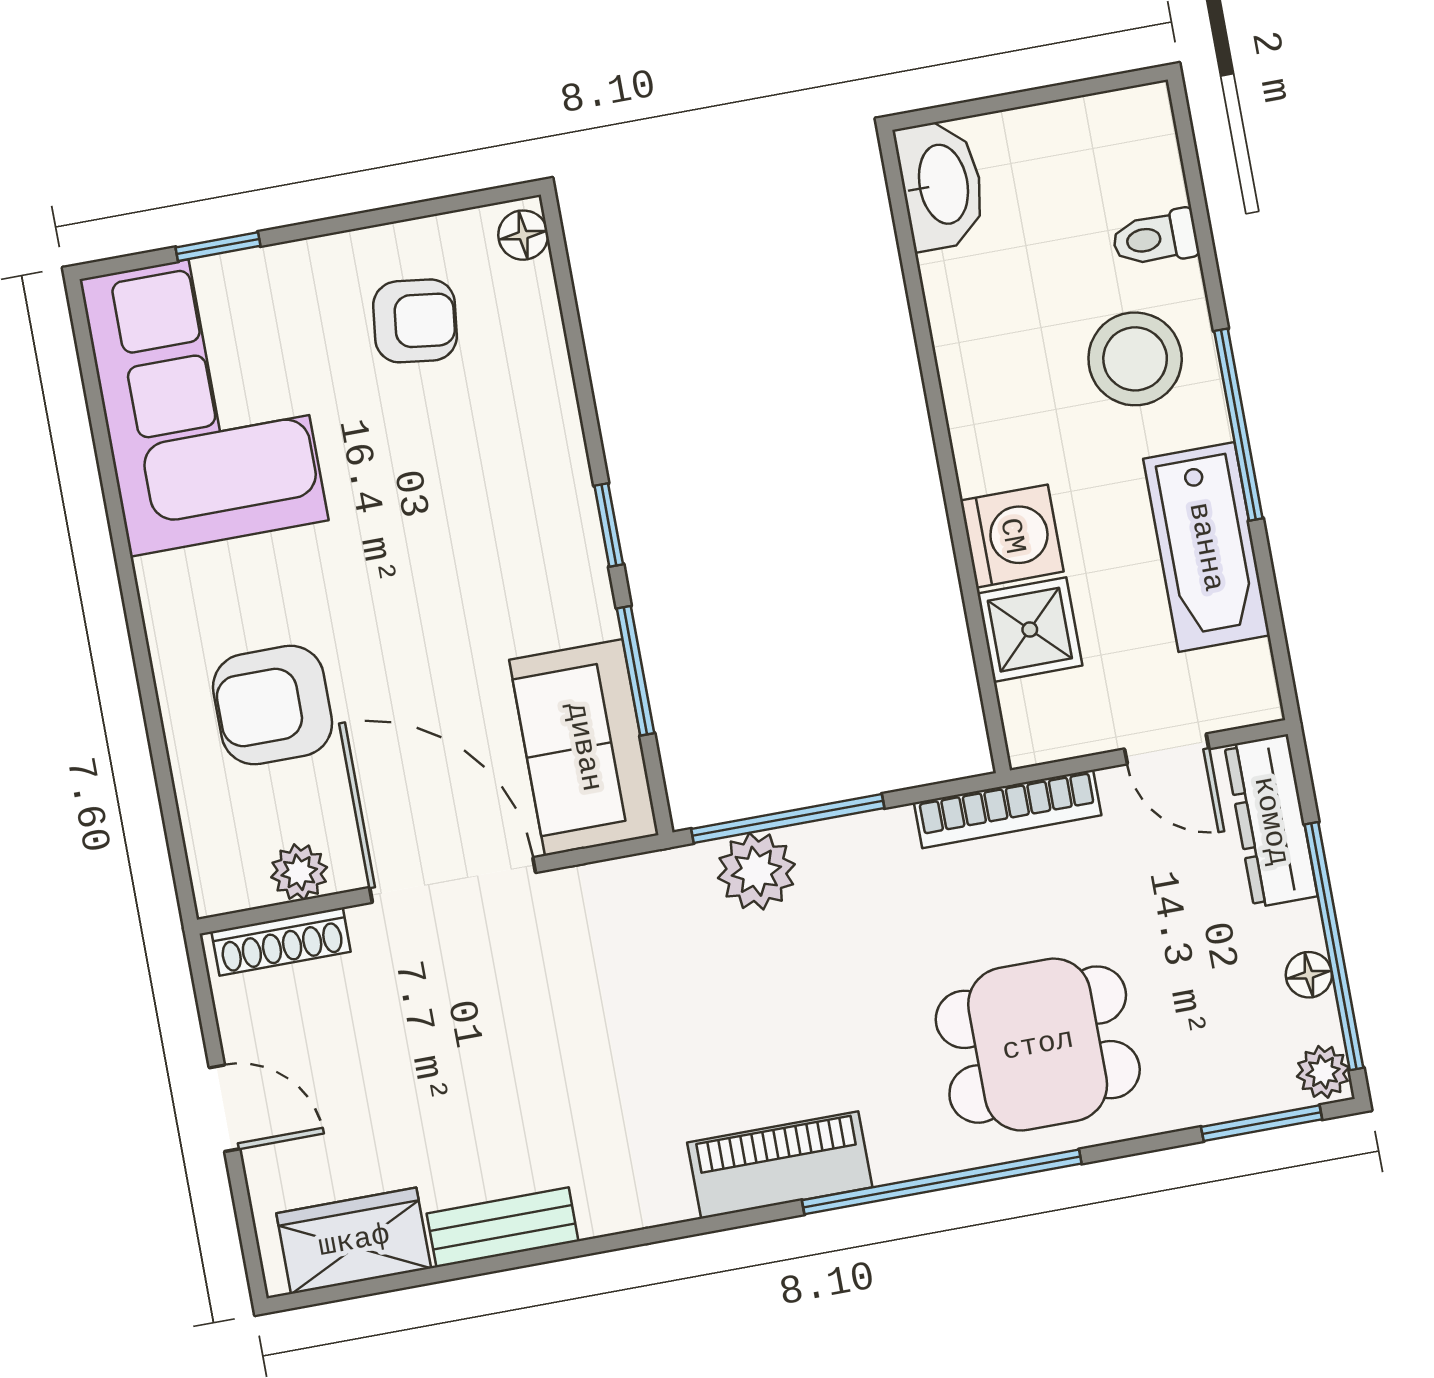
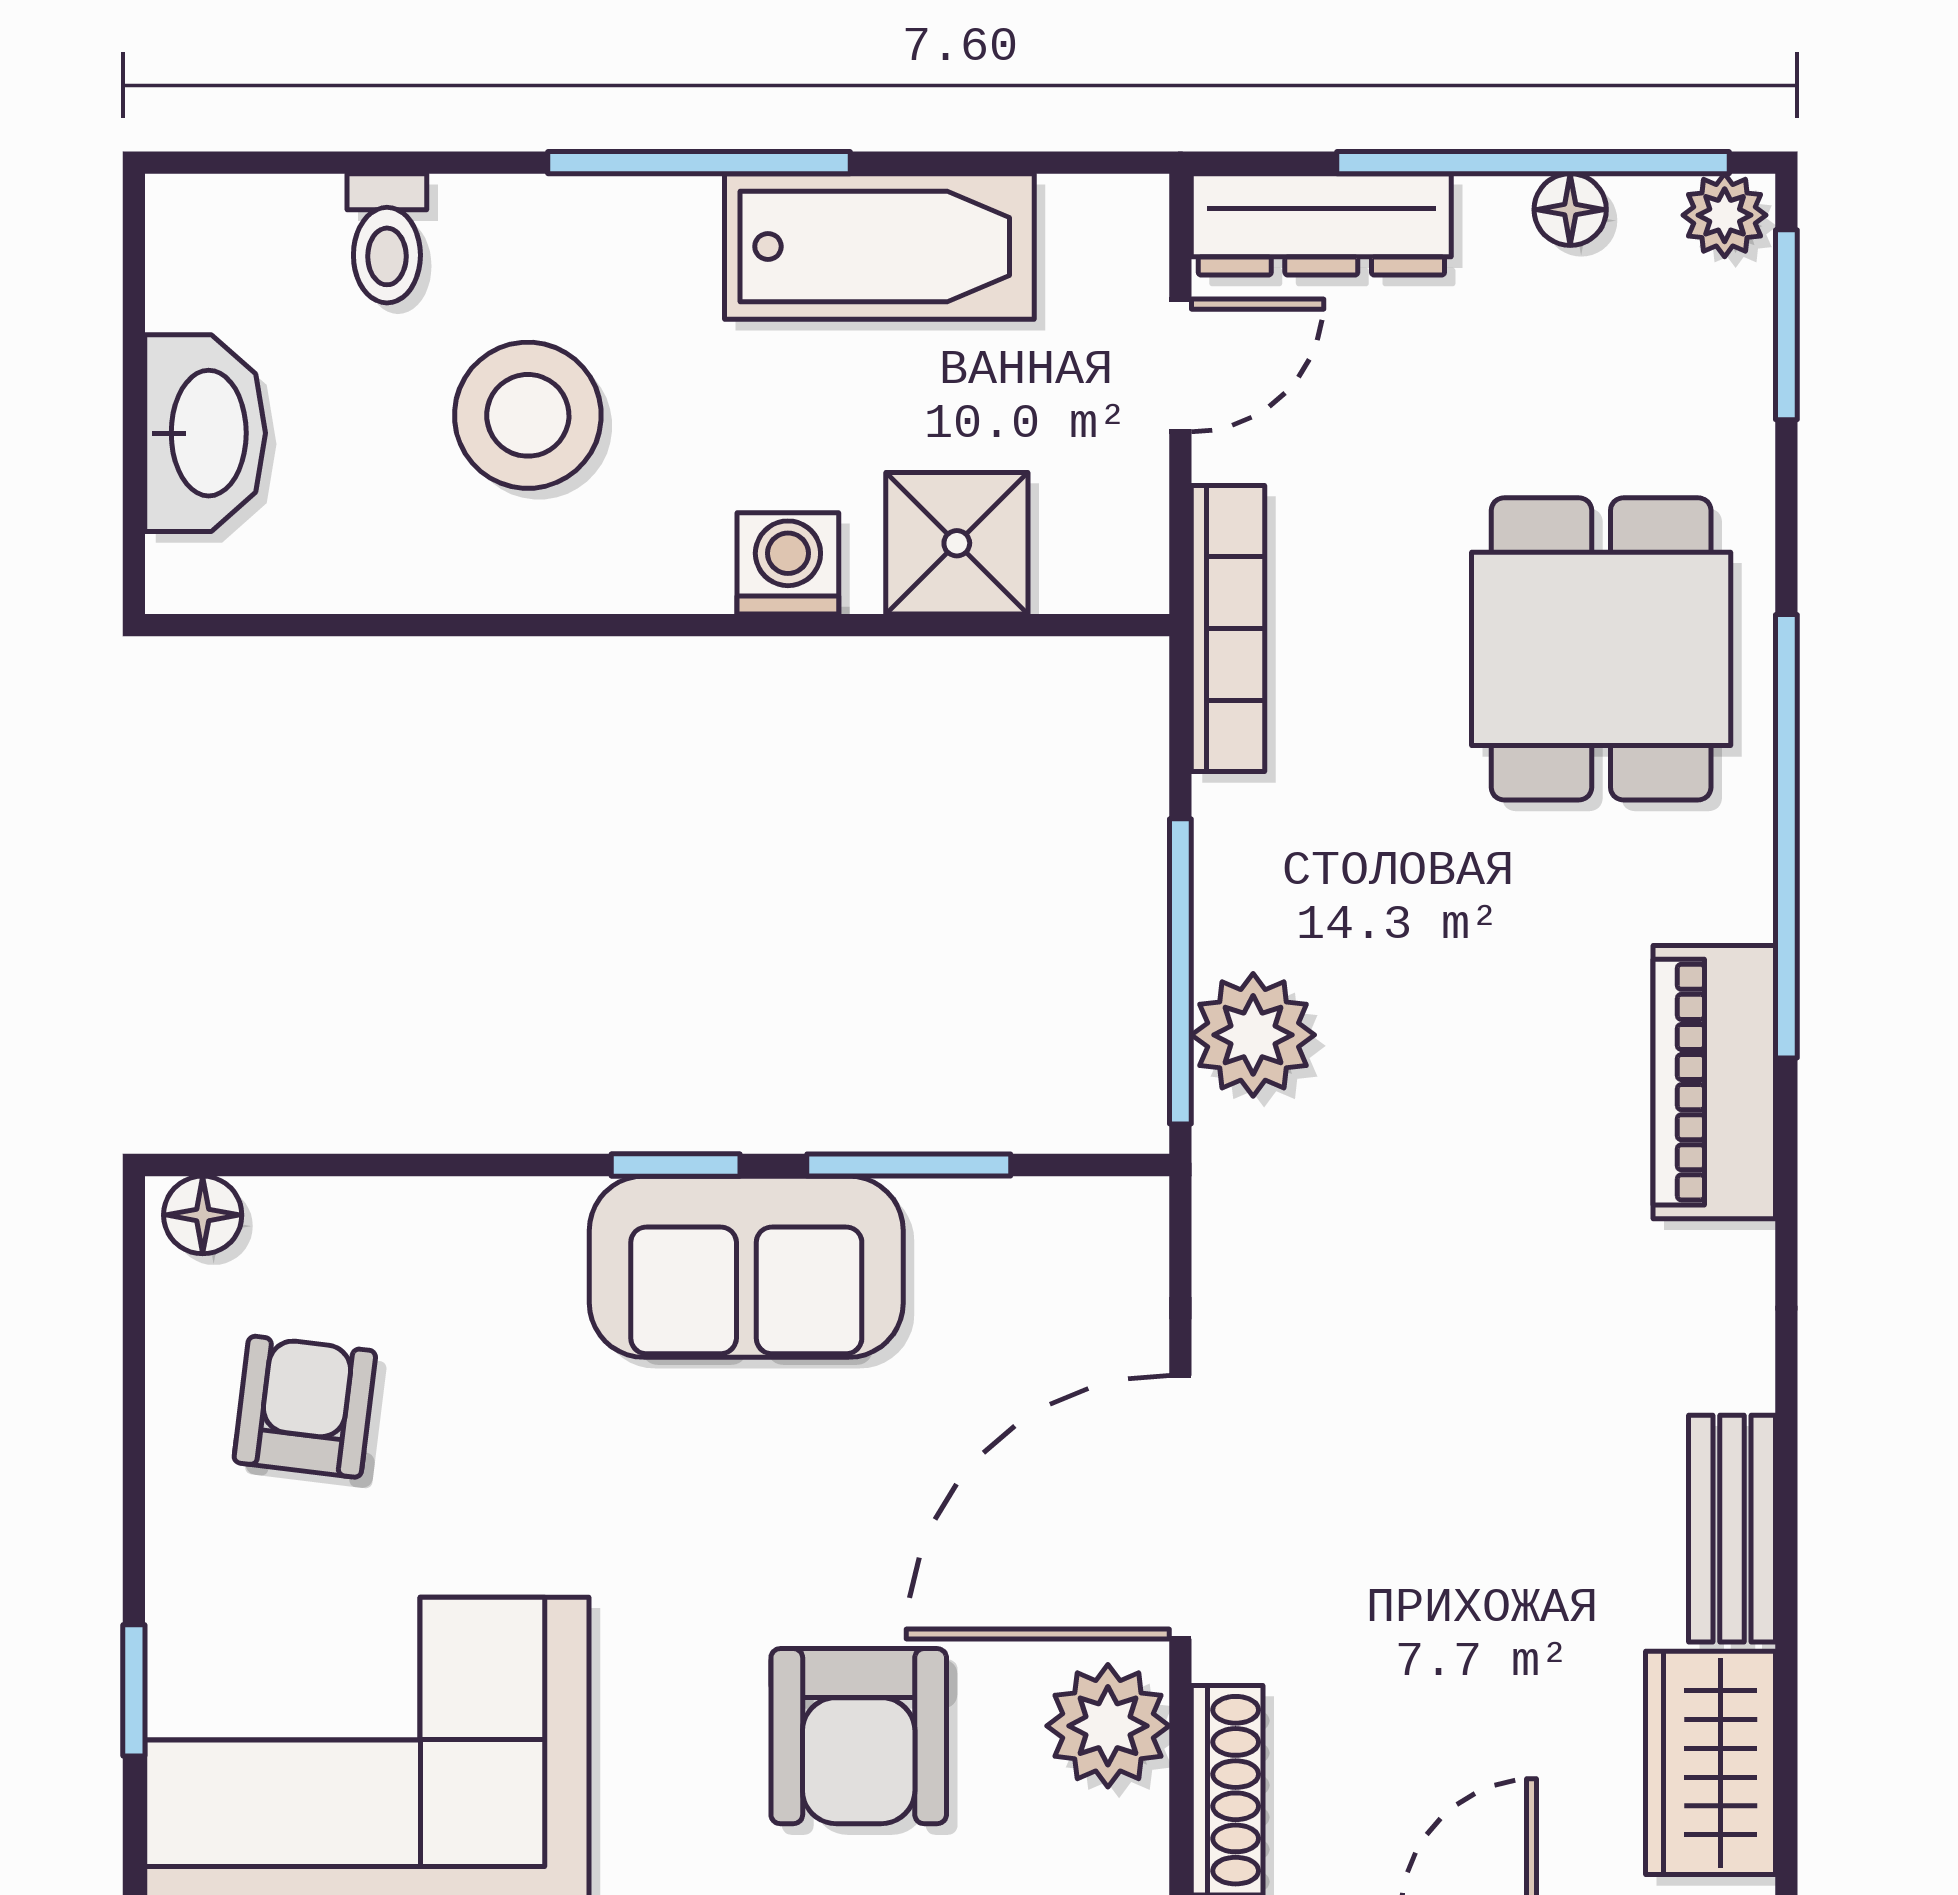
washbasin: (941, 185) -> (205, 433), moved, turned 90
stool: (1135, 359) -> (528, 415), moved
washing machine: (1012, 536) -> (788, 563), width x0.73, depth x0.73
sofa: (584, 747) -> (746, 1267), moved
plant: (299, 872) -> (1108, 1726), width x1.38, depth x1.38

